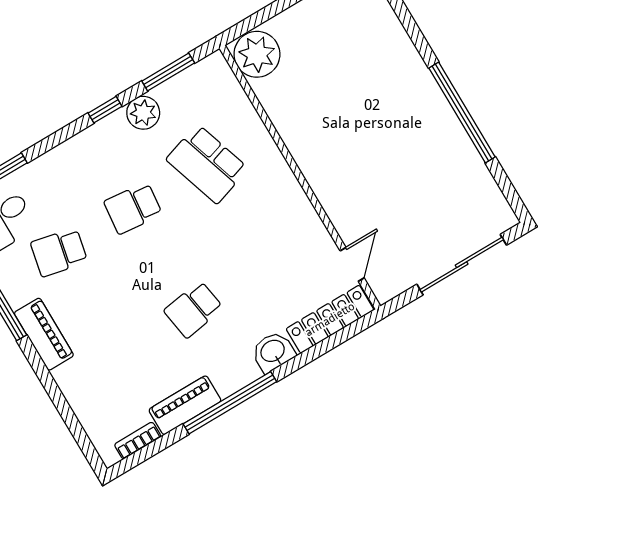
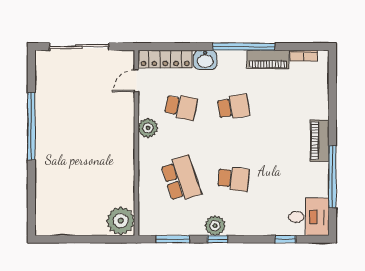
plant: (143, 113) -> (215, 226), moved
plant: (296, 208) -> (148, 128), added
school desk: (59, 252) -> (181, 107), moved

